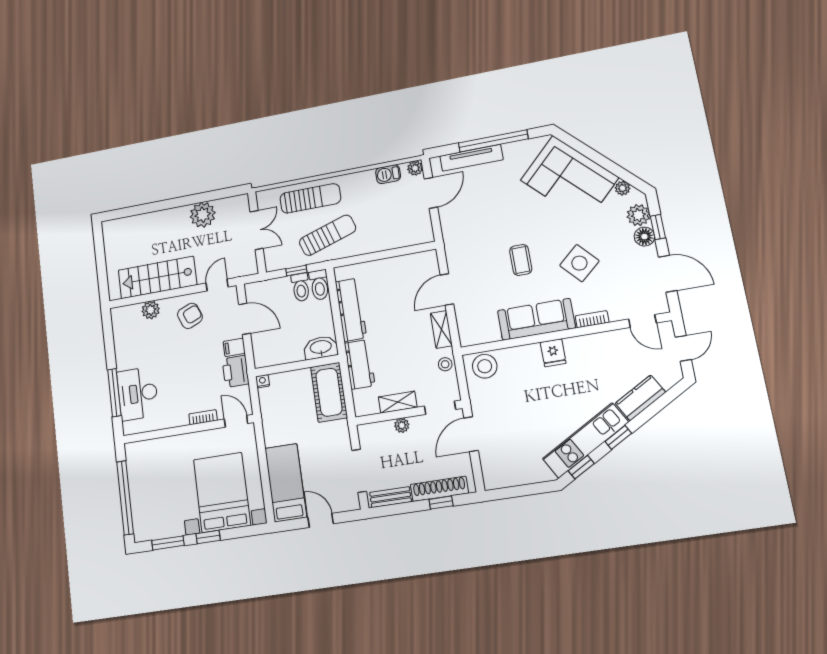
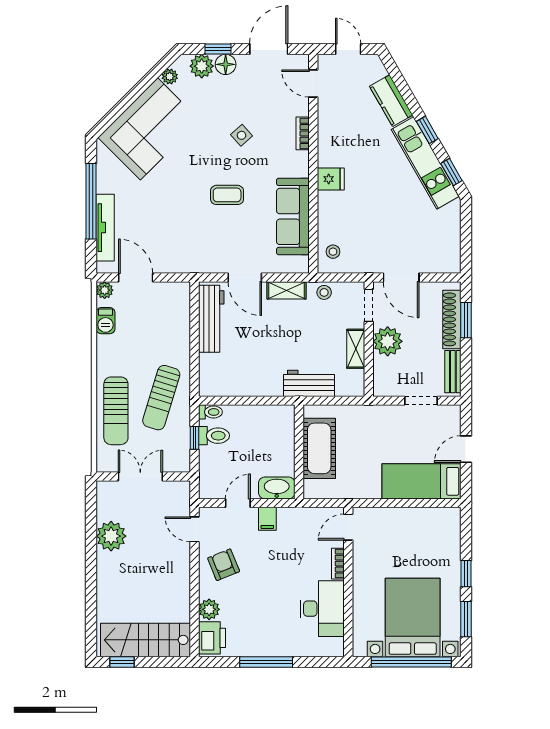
sun lounger: (310, 198) -> (116, 411), turned 180
sun lounger: (328, 235) -> (161, 398), turned -145
window: (99, 244) -> (122, 662), added
side table: (579, 263) -> (241, 135), width x0.54, depth x0.54
stairs: (157, 277) -> (146, 640), moved, turned 90
toilet: (319, 285) -> (210, 412), width x0.73, depth x0.72
workbench: (351, 310) -> (211, 319), moved, turned 90
door: (245, 319) -> (238, 503), width x0.73
sofa: (536, 319) -> (293, 216), moved
door: (642, 321) -> (313, 84), swing flipped
washbasin: (321, 348) -> (277, 488), moved, turned 90
stool: (485, 366) -> (333, 252), width x0.53, depth x0.53
printer: (236, 371) -> (212, 638), moved, turned -90
nightstand: (263, 381) -> (310, 492), removed
cot: (329, 392) -> (319, 448), moved, turned 90
window: (114, 393) -> (266, 662), moved
desk: (138, 394) -> (322, 609), moved, turned -90
plant: (402, 425) -> (388, 341), width x1.88, depth x1.88
doorway: (359, 471) -> (421, 401), width x0.73
bed with nightstands: (222, 492) -> (413, 617), moved, turned 90
window: (441, 503) -> (466, 320), width x1.50

